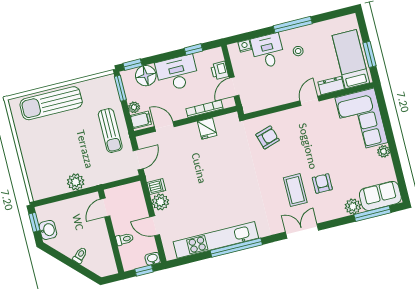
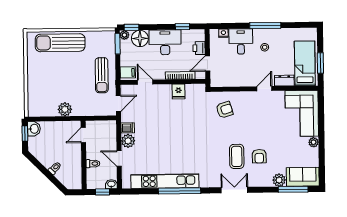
plant: (134, 107) -> (124, 35), moved
armchair: (322, 183) -> (259, 156), turned 180
washbasin: (48, 230) -> (34, 129), moved

